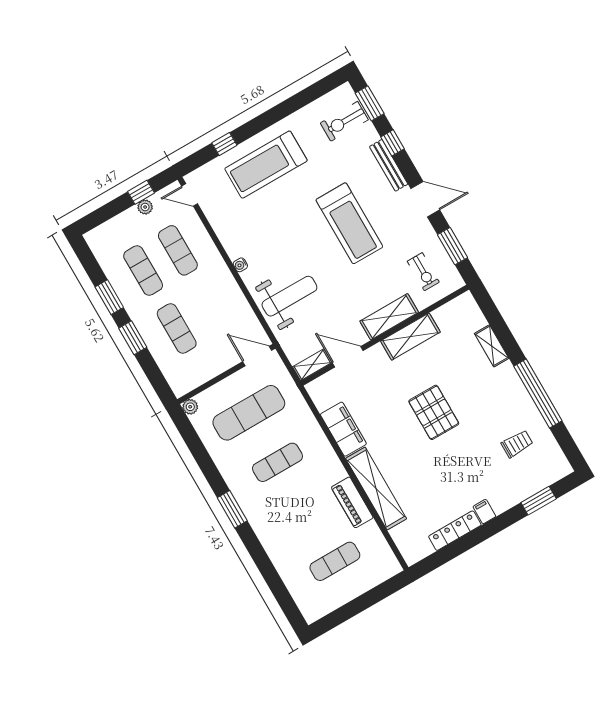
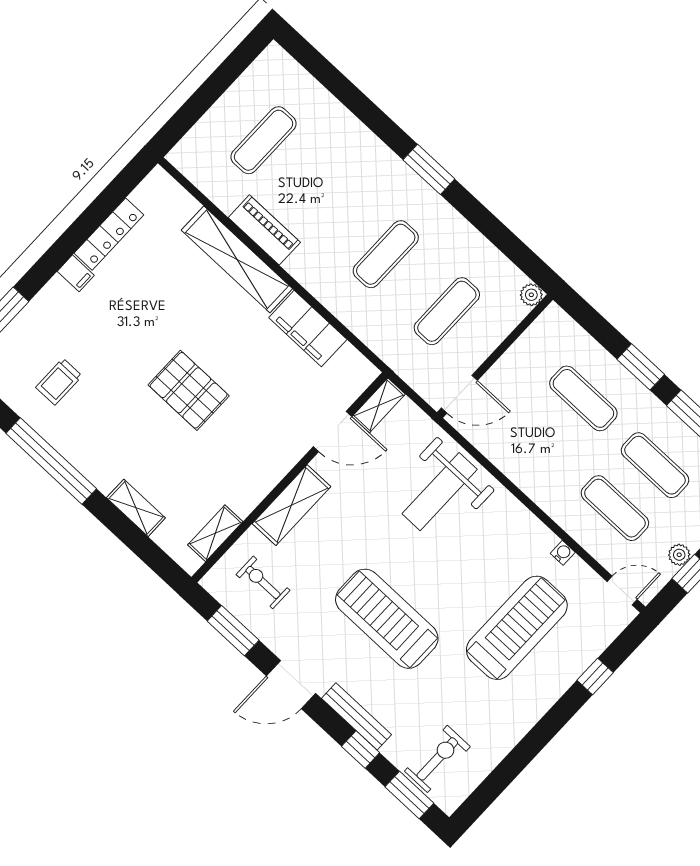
treadmill: (266, 165) -> (517, 628), moved
water cooler: (240, 265) -> (563, 553), moved
shelving: (410, 337) -> (215, 533), moved, width x0.67, depth x0.75
exercise mat: (249, 413) -> (447, 311), width x0.73, depth x0.69

